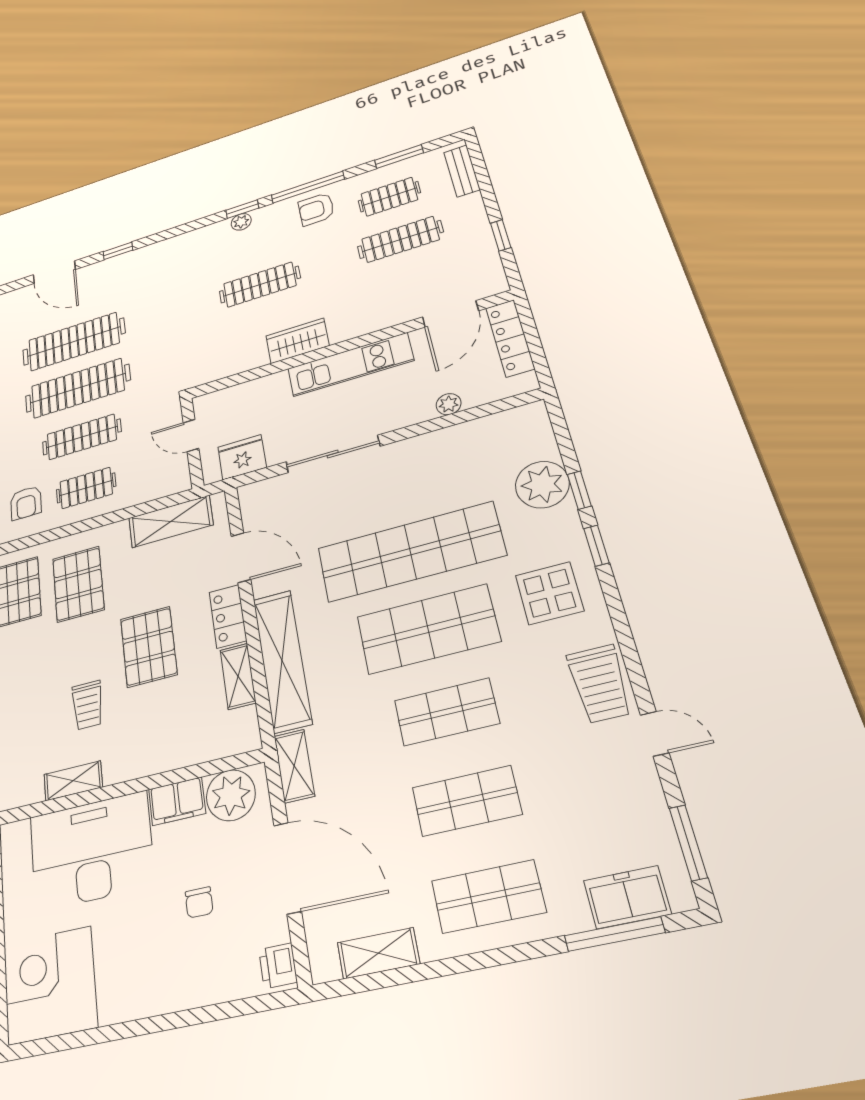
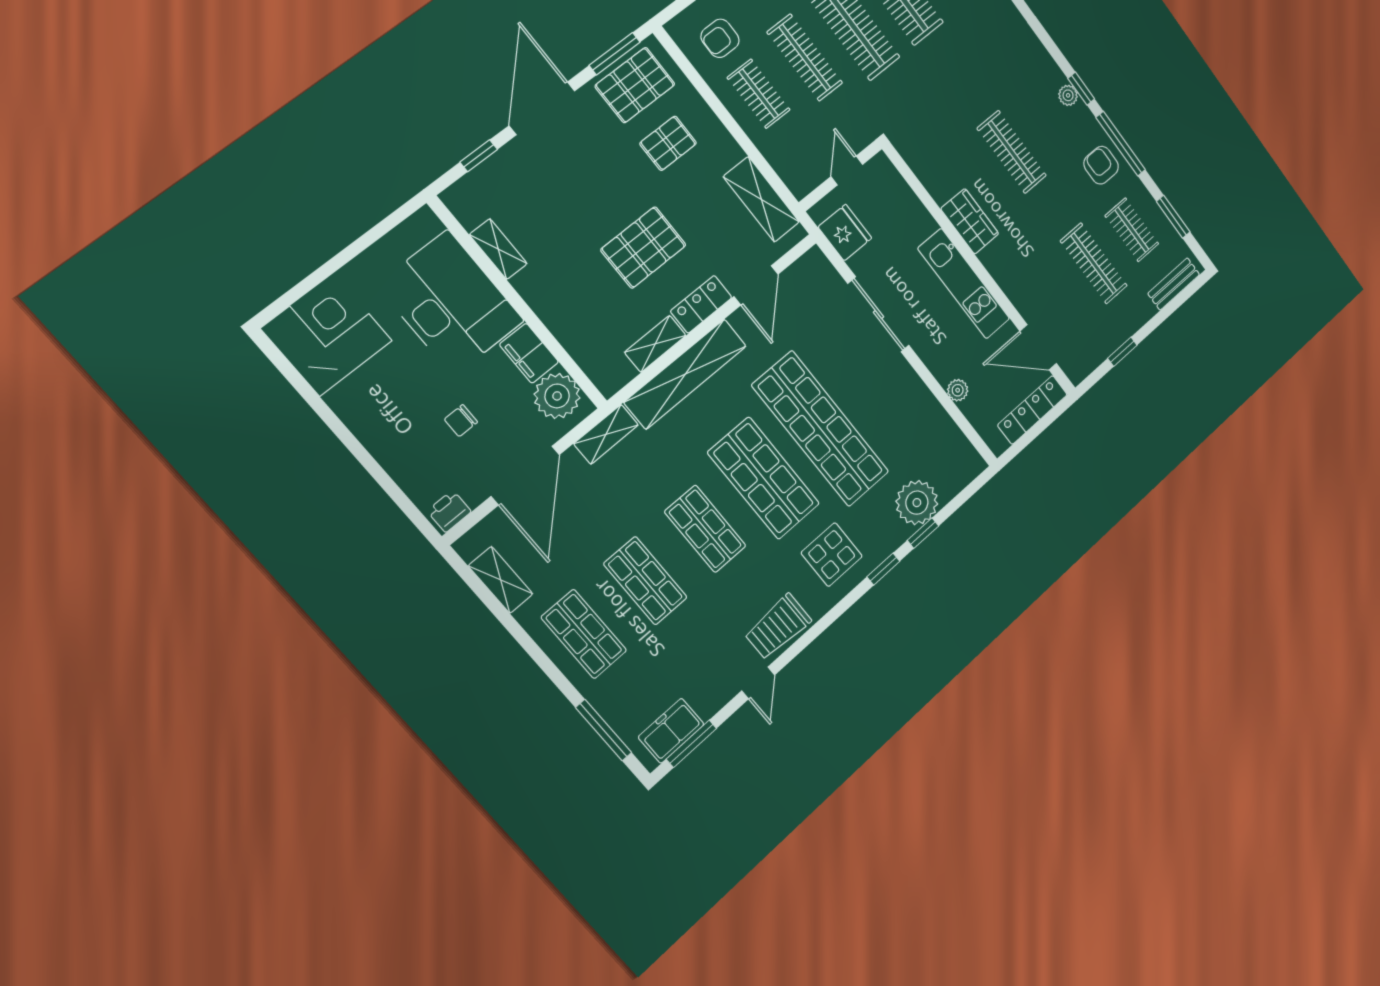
pallet: (78, 584) -> (668, 143), width x0.67, depth x0.71
trolley: (88, 705) -> (568, 221), removed
freezer: (627, 897) -> (671, 731), moved, turned -90

